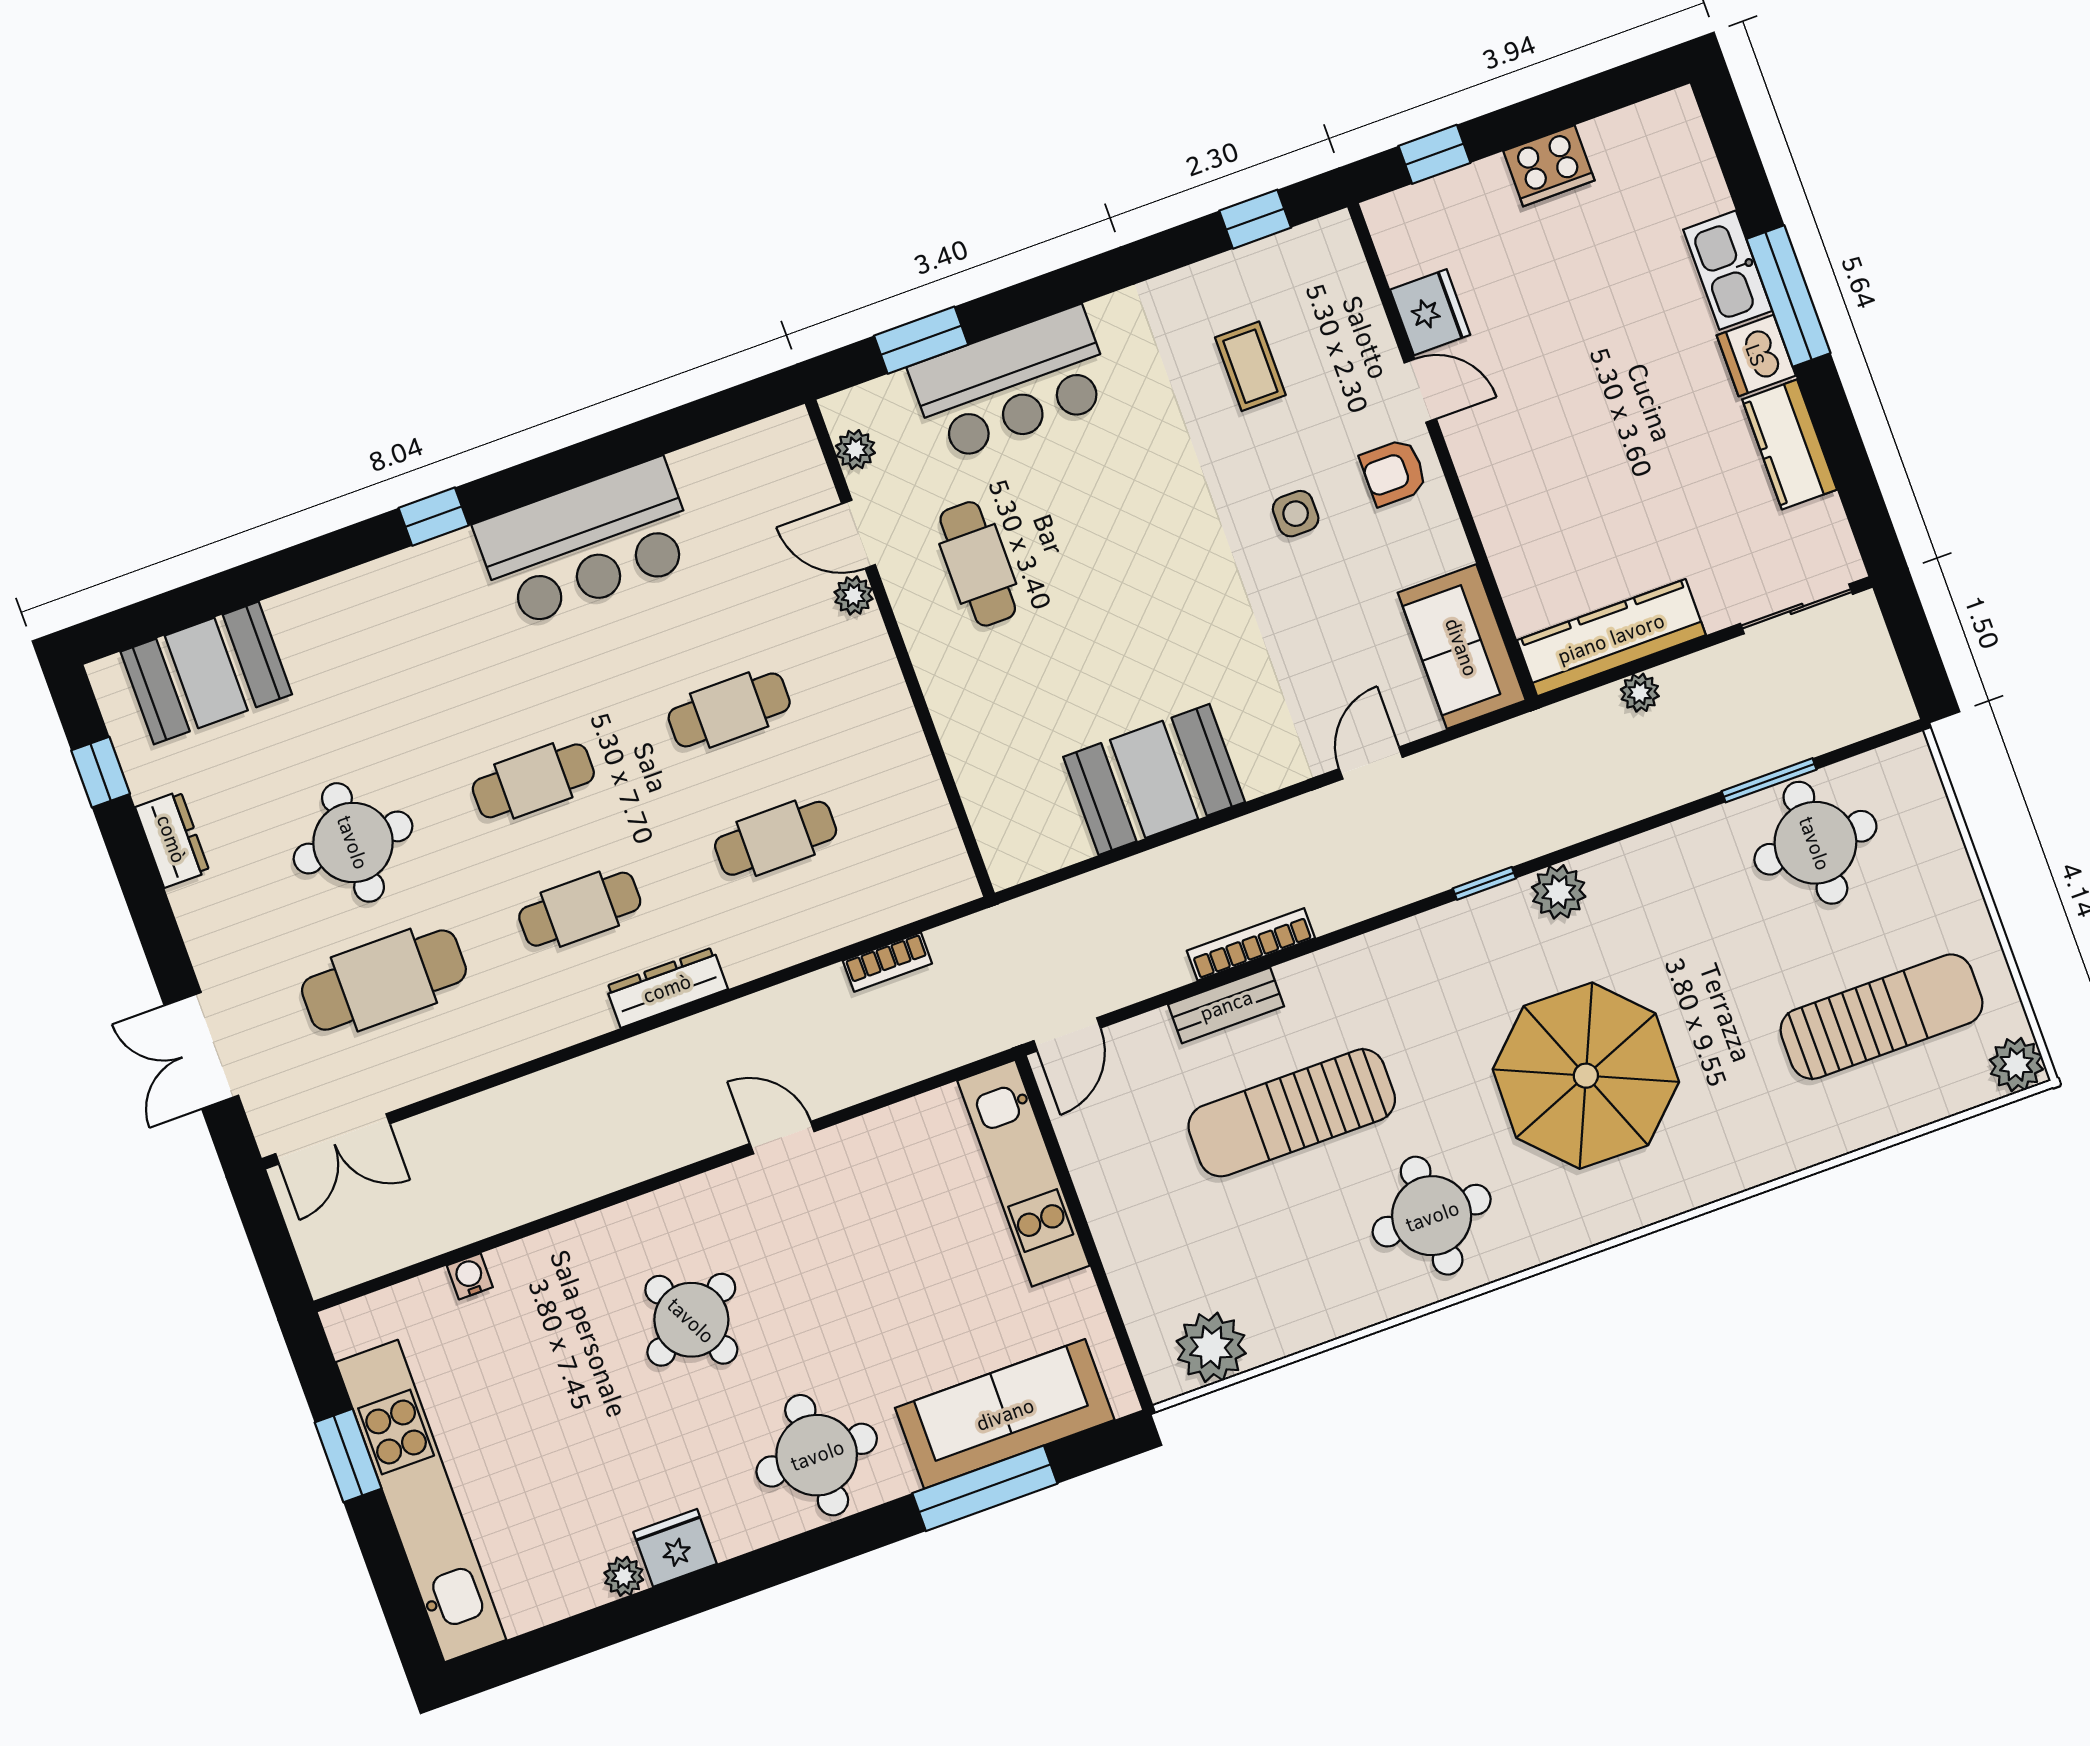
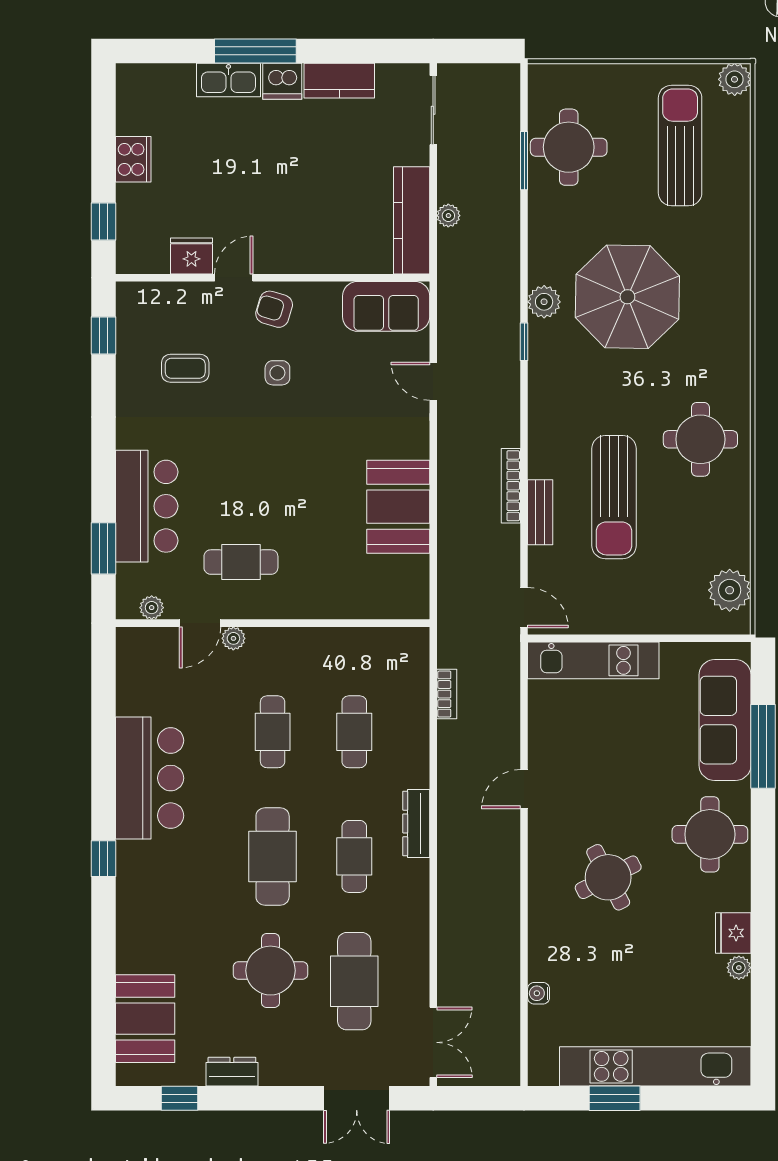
armchair: (1394, 472) -> (274, 309), turned 107
cafe table: (533, 781) -> (273, 856), width x1.37, depth x1.35
parasol: (1586, 1076) -> (627, 297), moved

